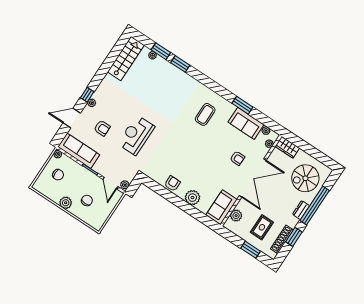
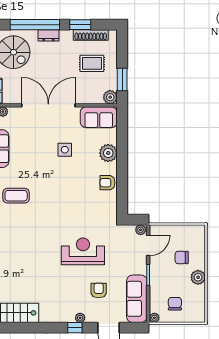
reception desk: (136, 135) -> (83, 251), turned 180
armchair: (237, 158) -> (39, 134), removed
side table: (215, 169) -> (65, 150), added
plant: (236, 216) -> (110, 97), moved
window: (250, 250) -> (122, 79), moved

